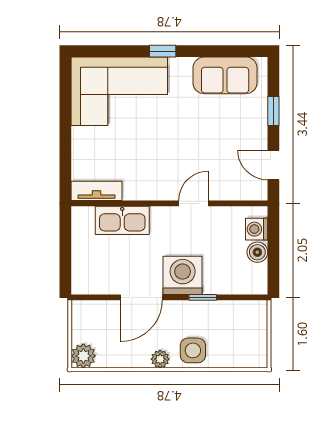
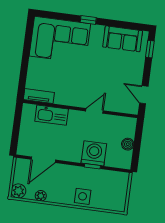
window: (273, 111) -> (150, 49), moved
washing machine: (257, 229) -> (129, 131), removed
washing machine: (183, 275) -> (94, 153), moved
door: (141, 297) -> (43, 160), moved
plant: (160, 359) -> (41, 196), moved

